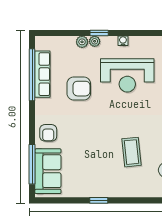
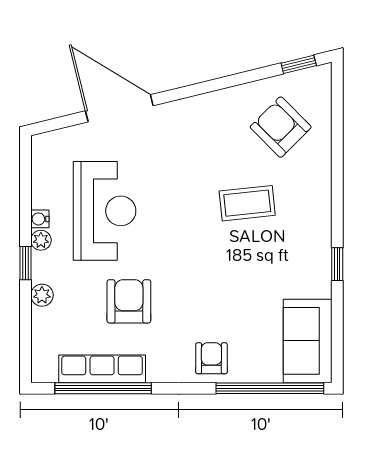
plant: (95, 41) -> (41, 240), moved
armchair: (48, 133) -> (211, 358), turned -90
window: (32, 164) -> (270, 388), width x1.46
sofa: (48, 171) -> (308, 341), moved, turned -90

